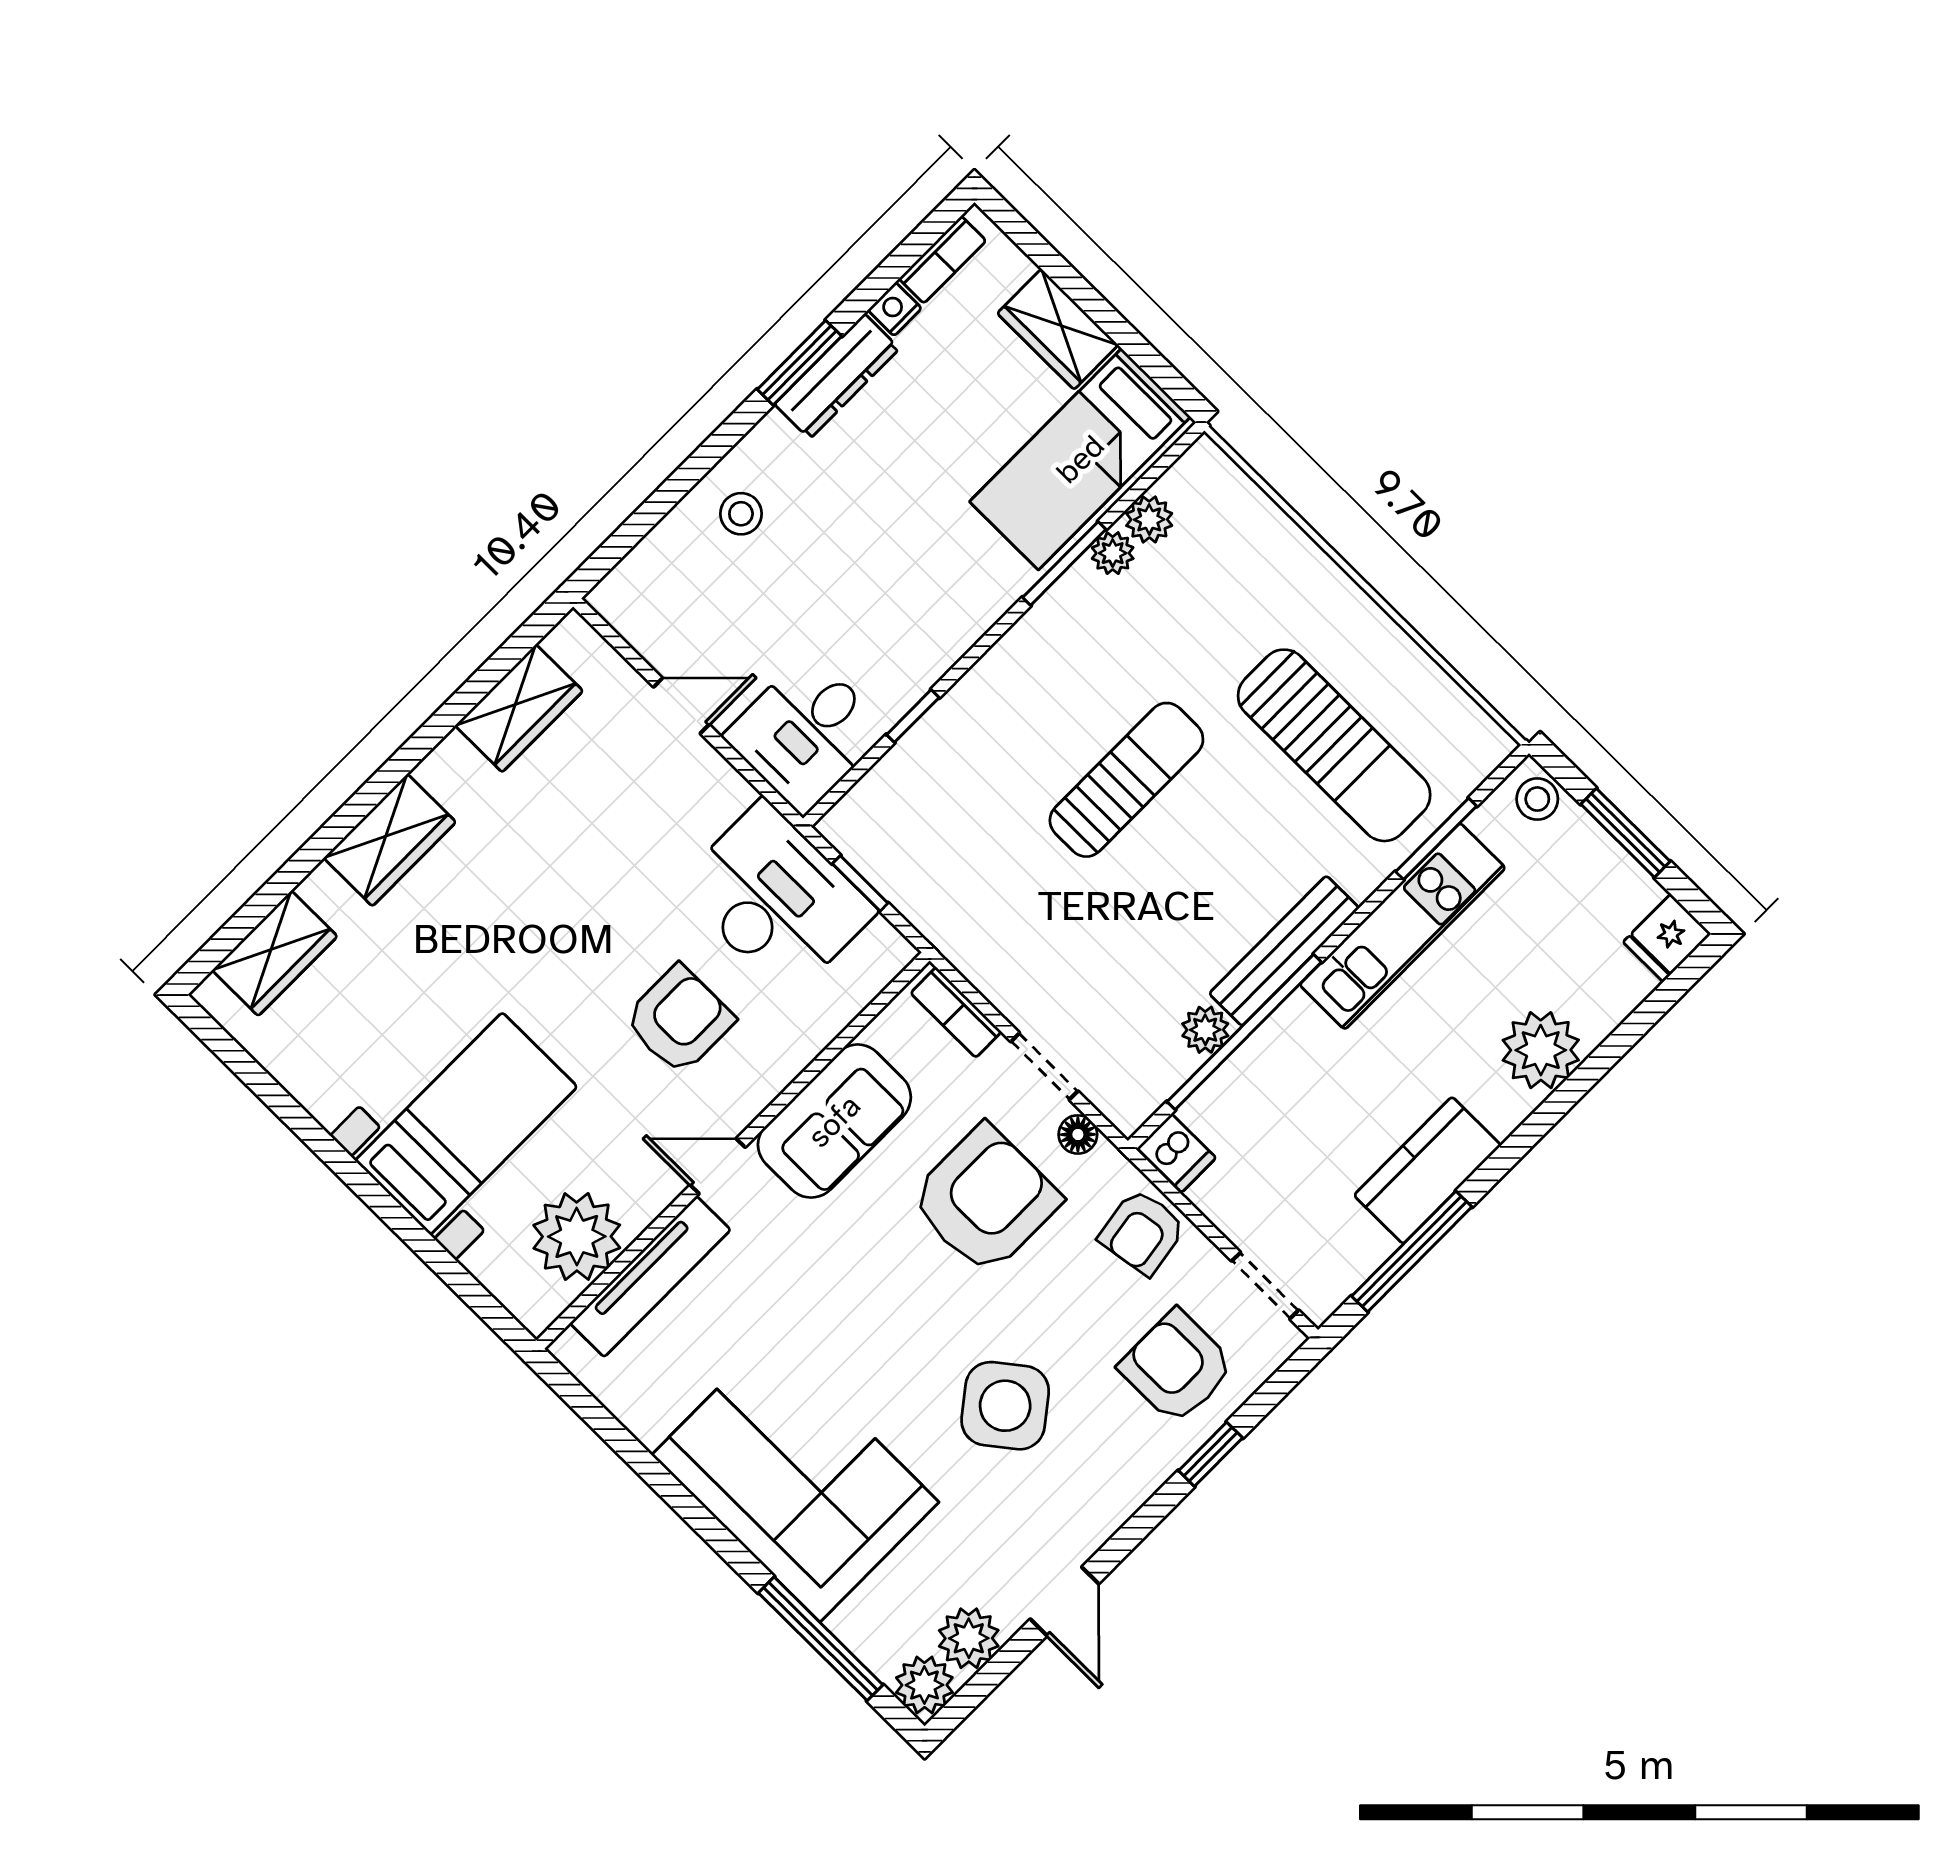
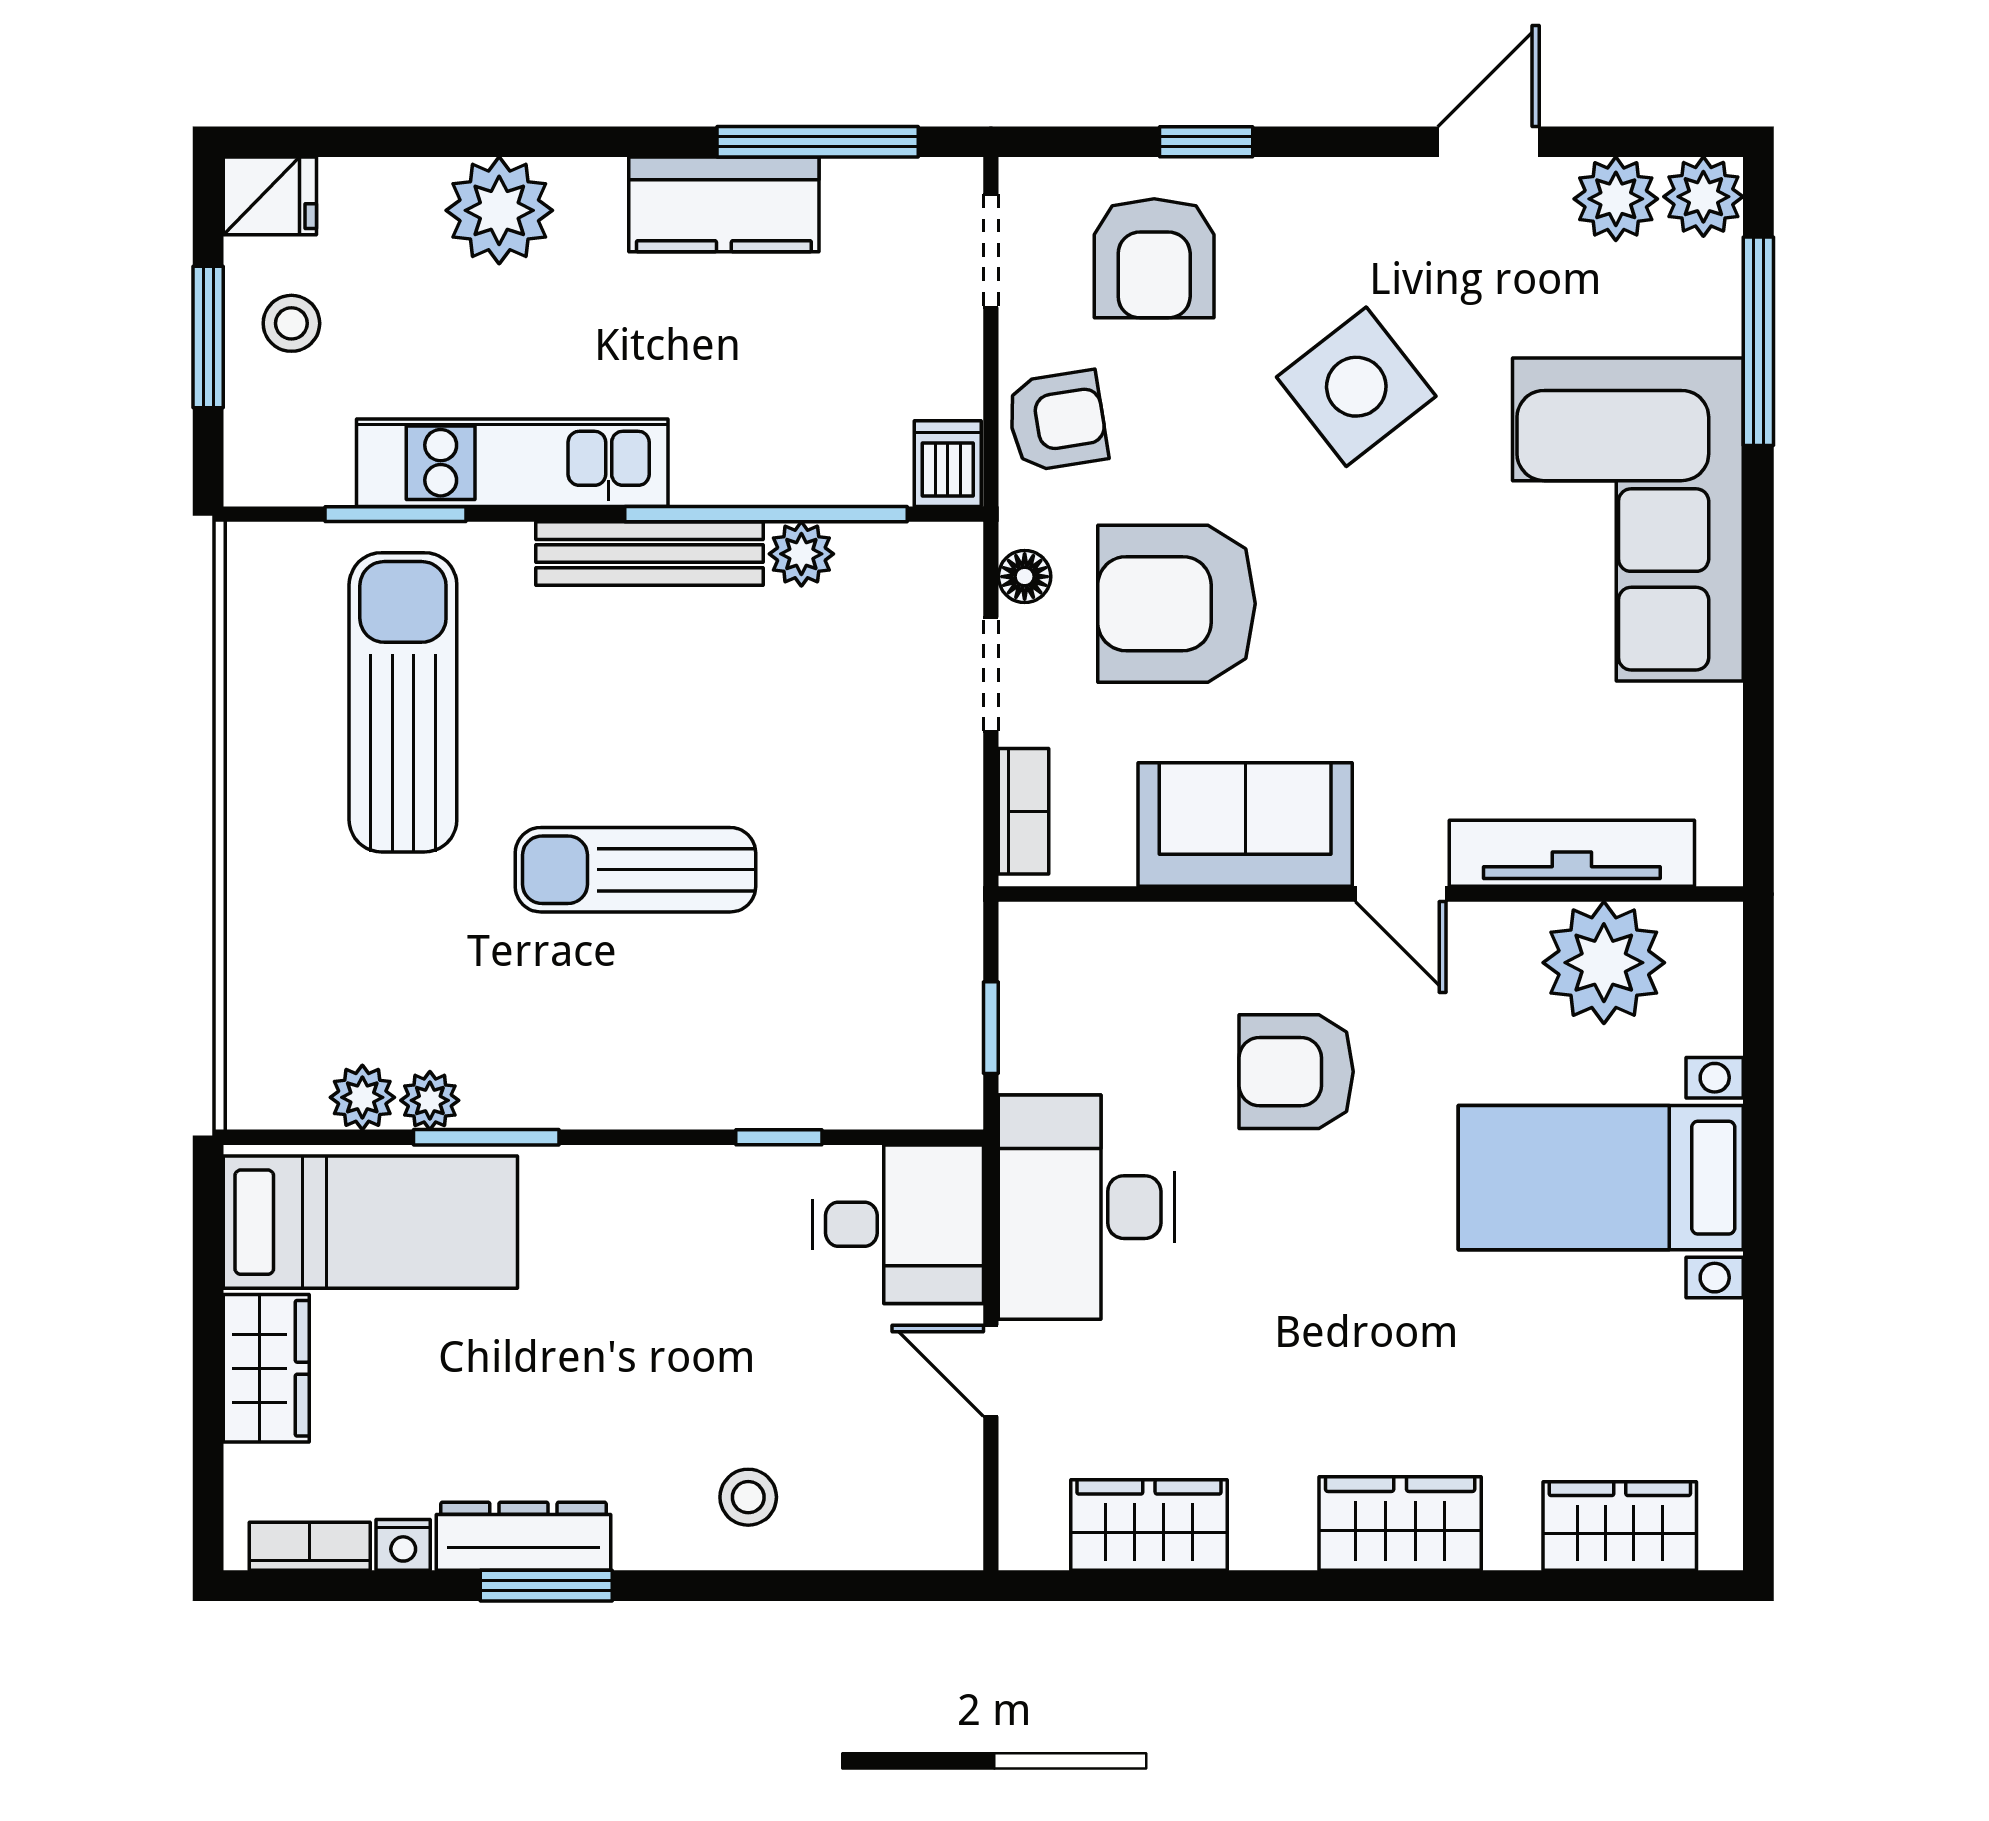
stool: (1537, 799) -> (291, 323), moved
desk: (776, 899) -> (1087, 1207), moved

